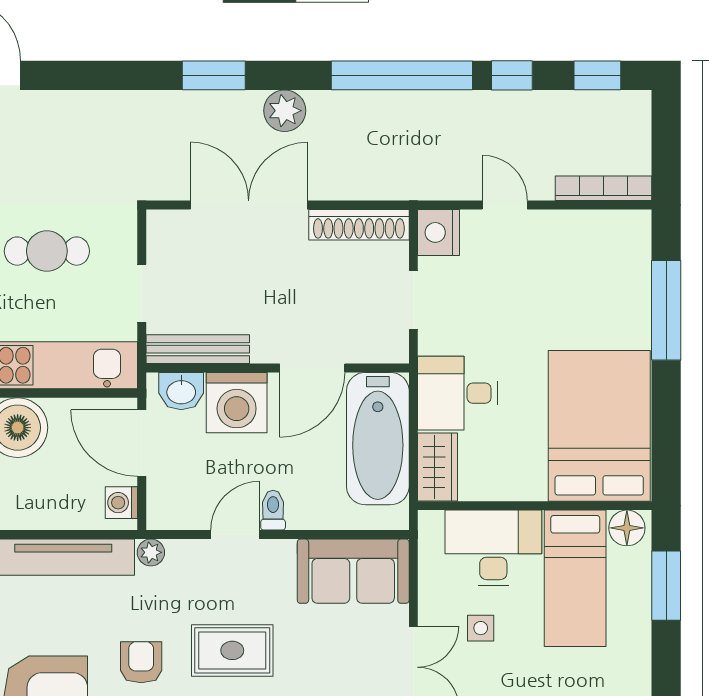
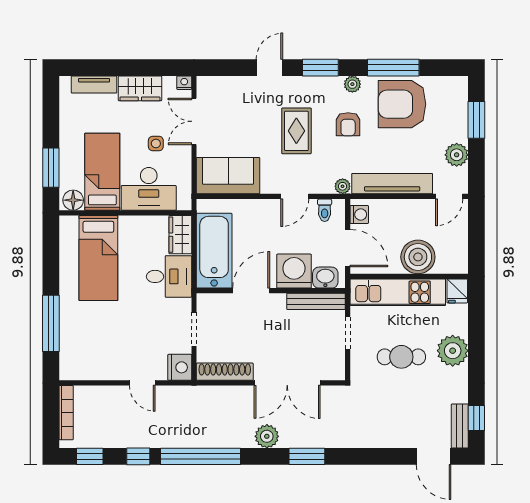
bookcase: (603, 188) -> (66, 413), moved, turned -90
bed: (599, 426) -> (98, 258), width x0.67
toilet: (273, 510) -> (325, 210), moved
rug: (232, 650) -> (296, 131), turned 90

